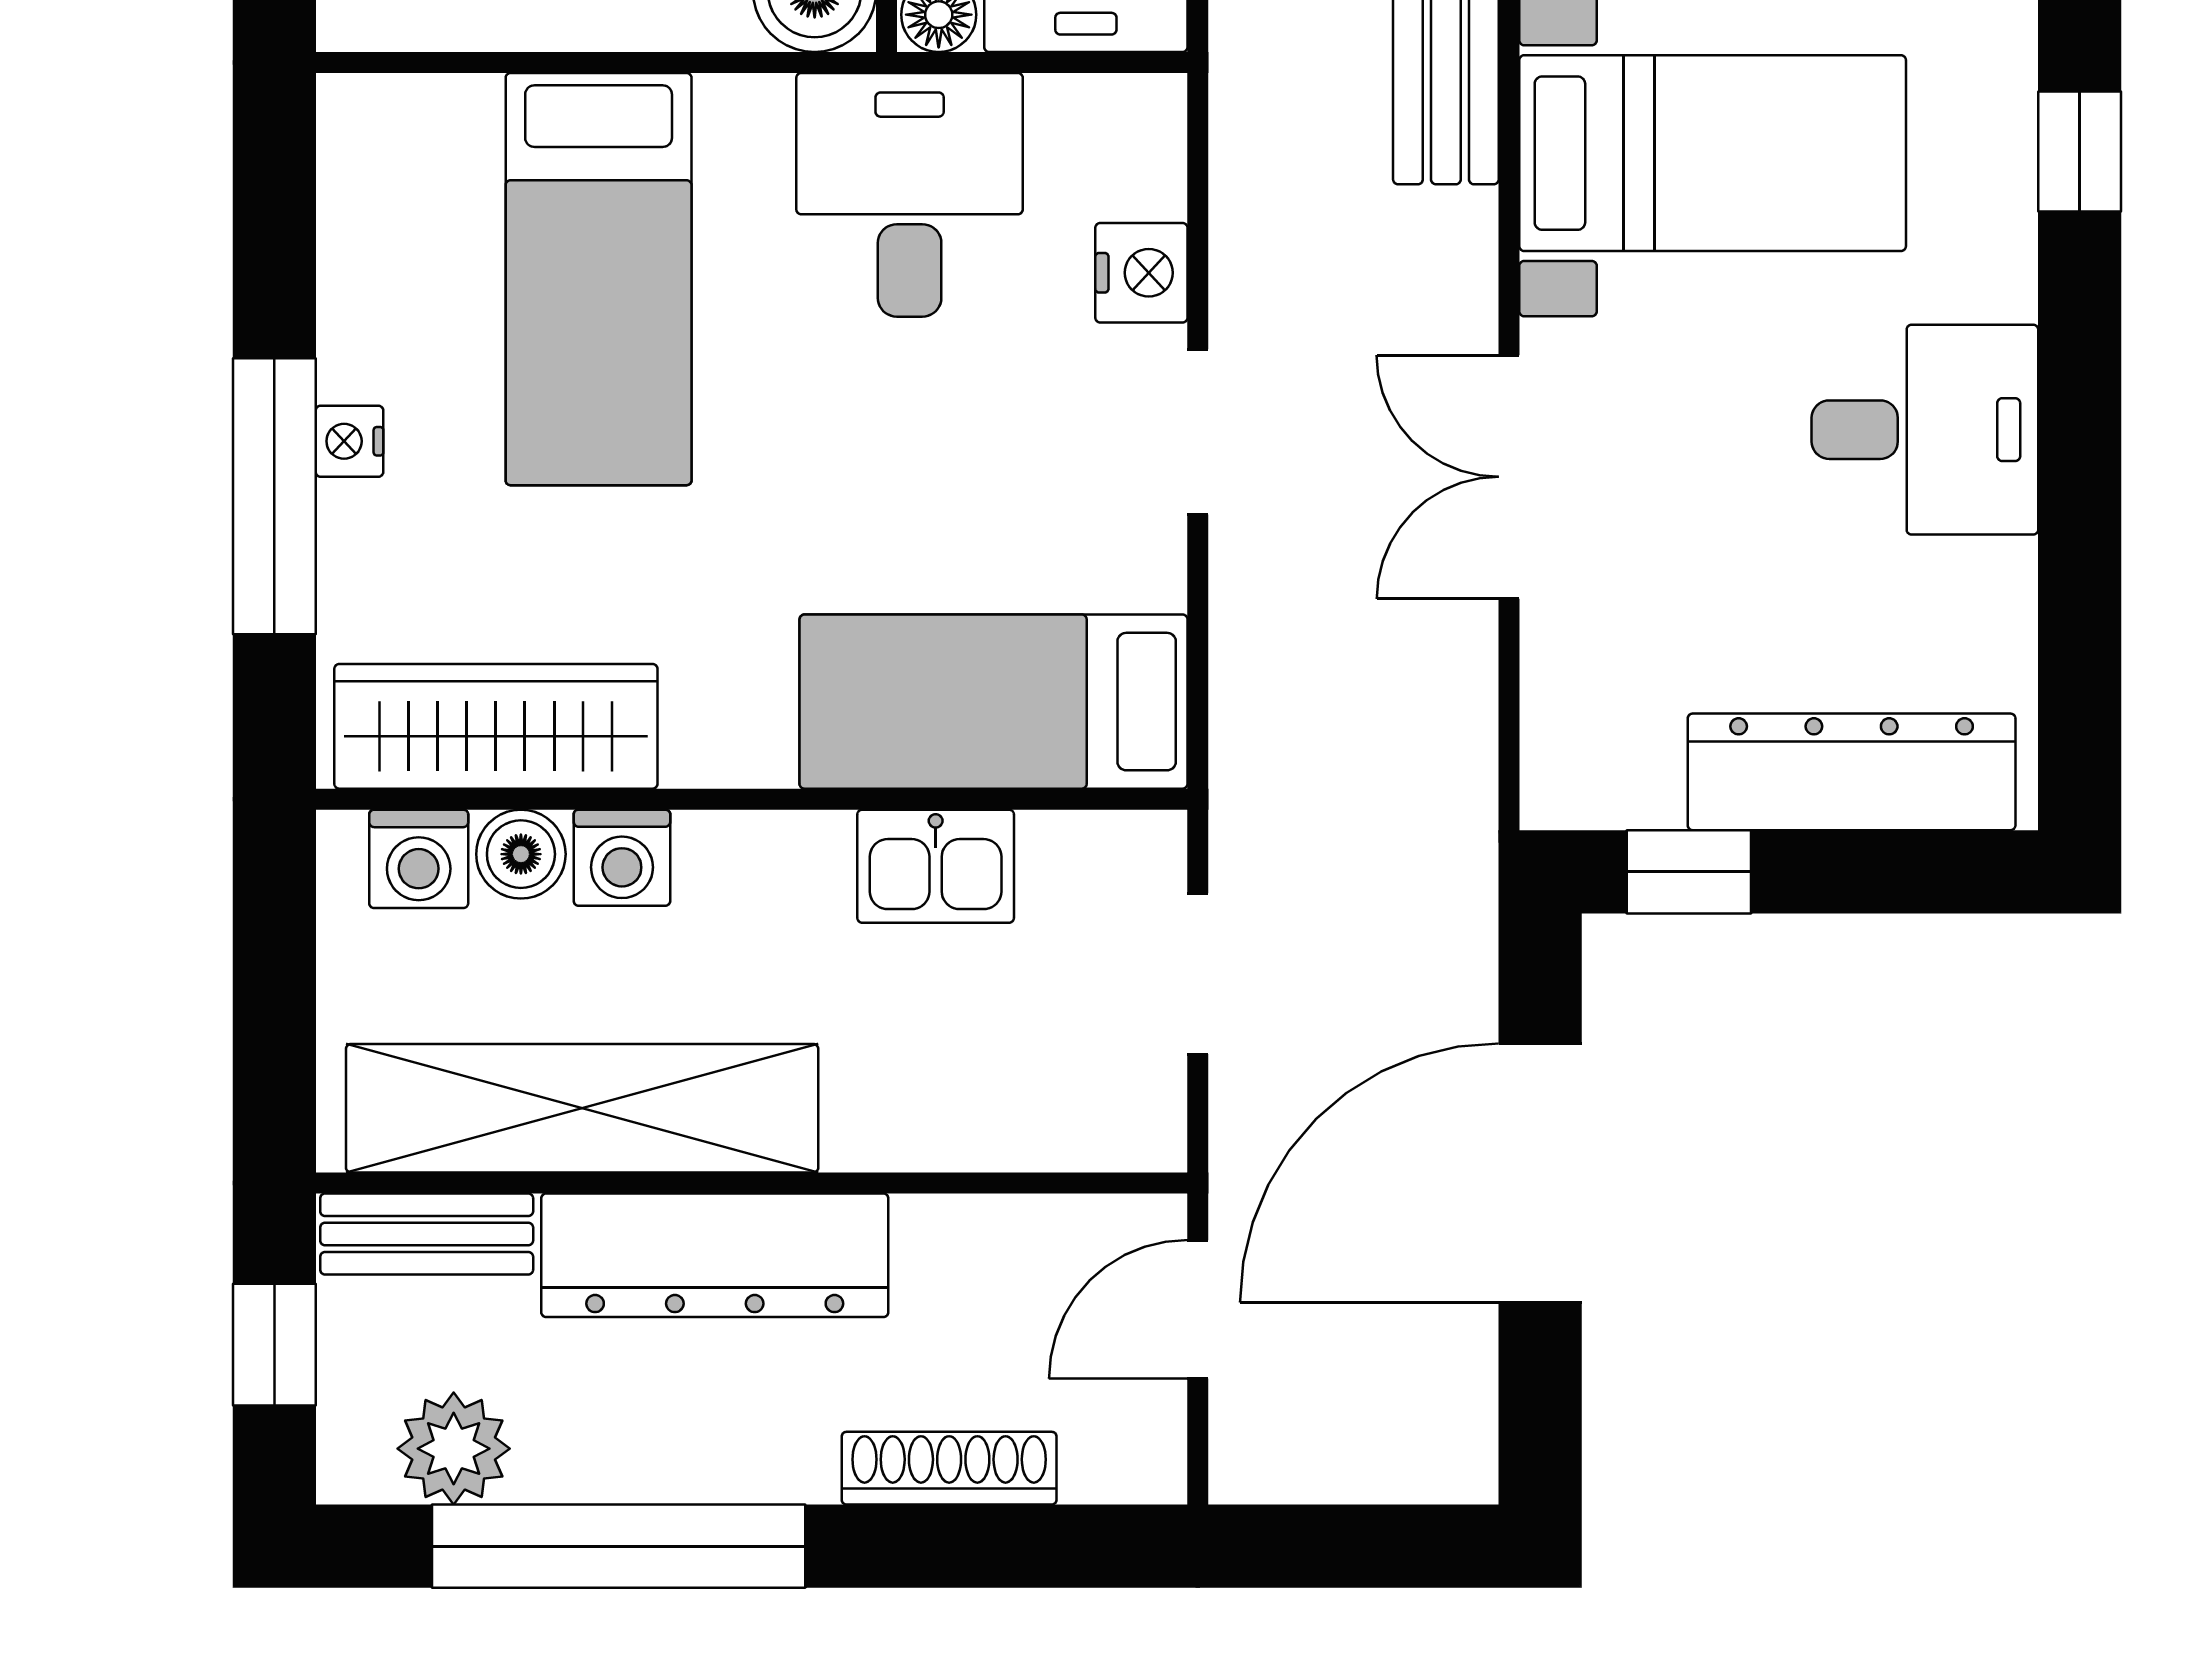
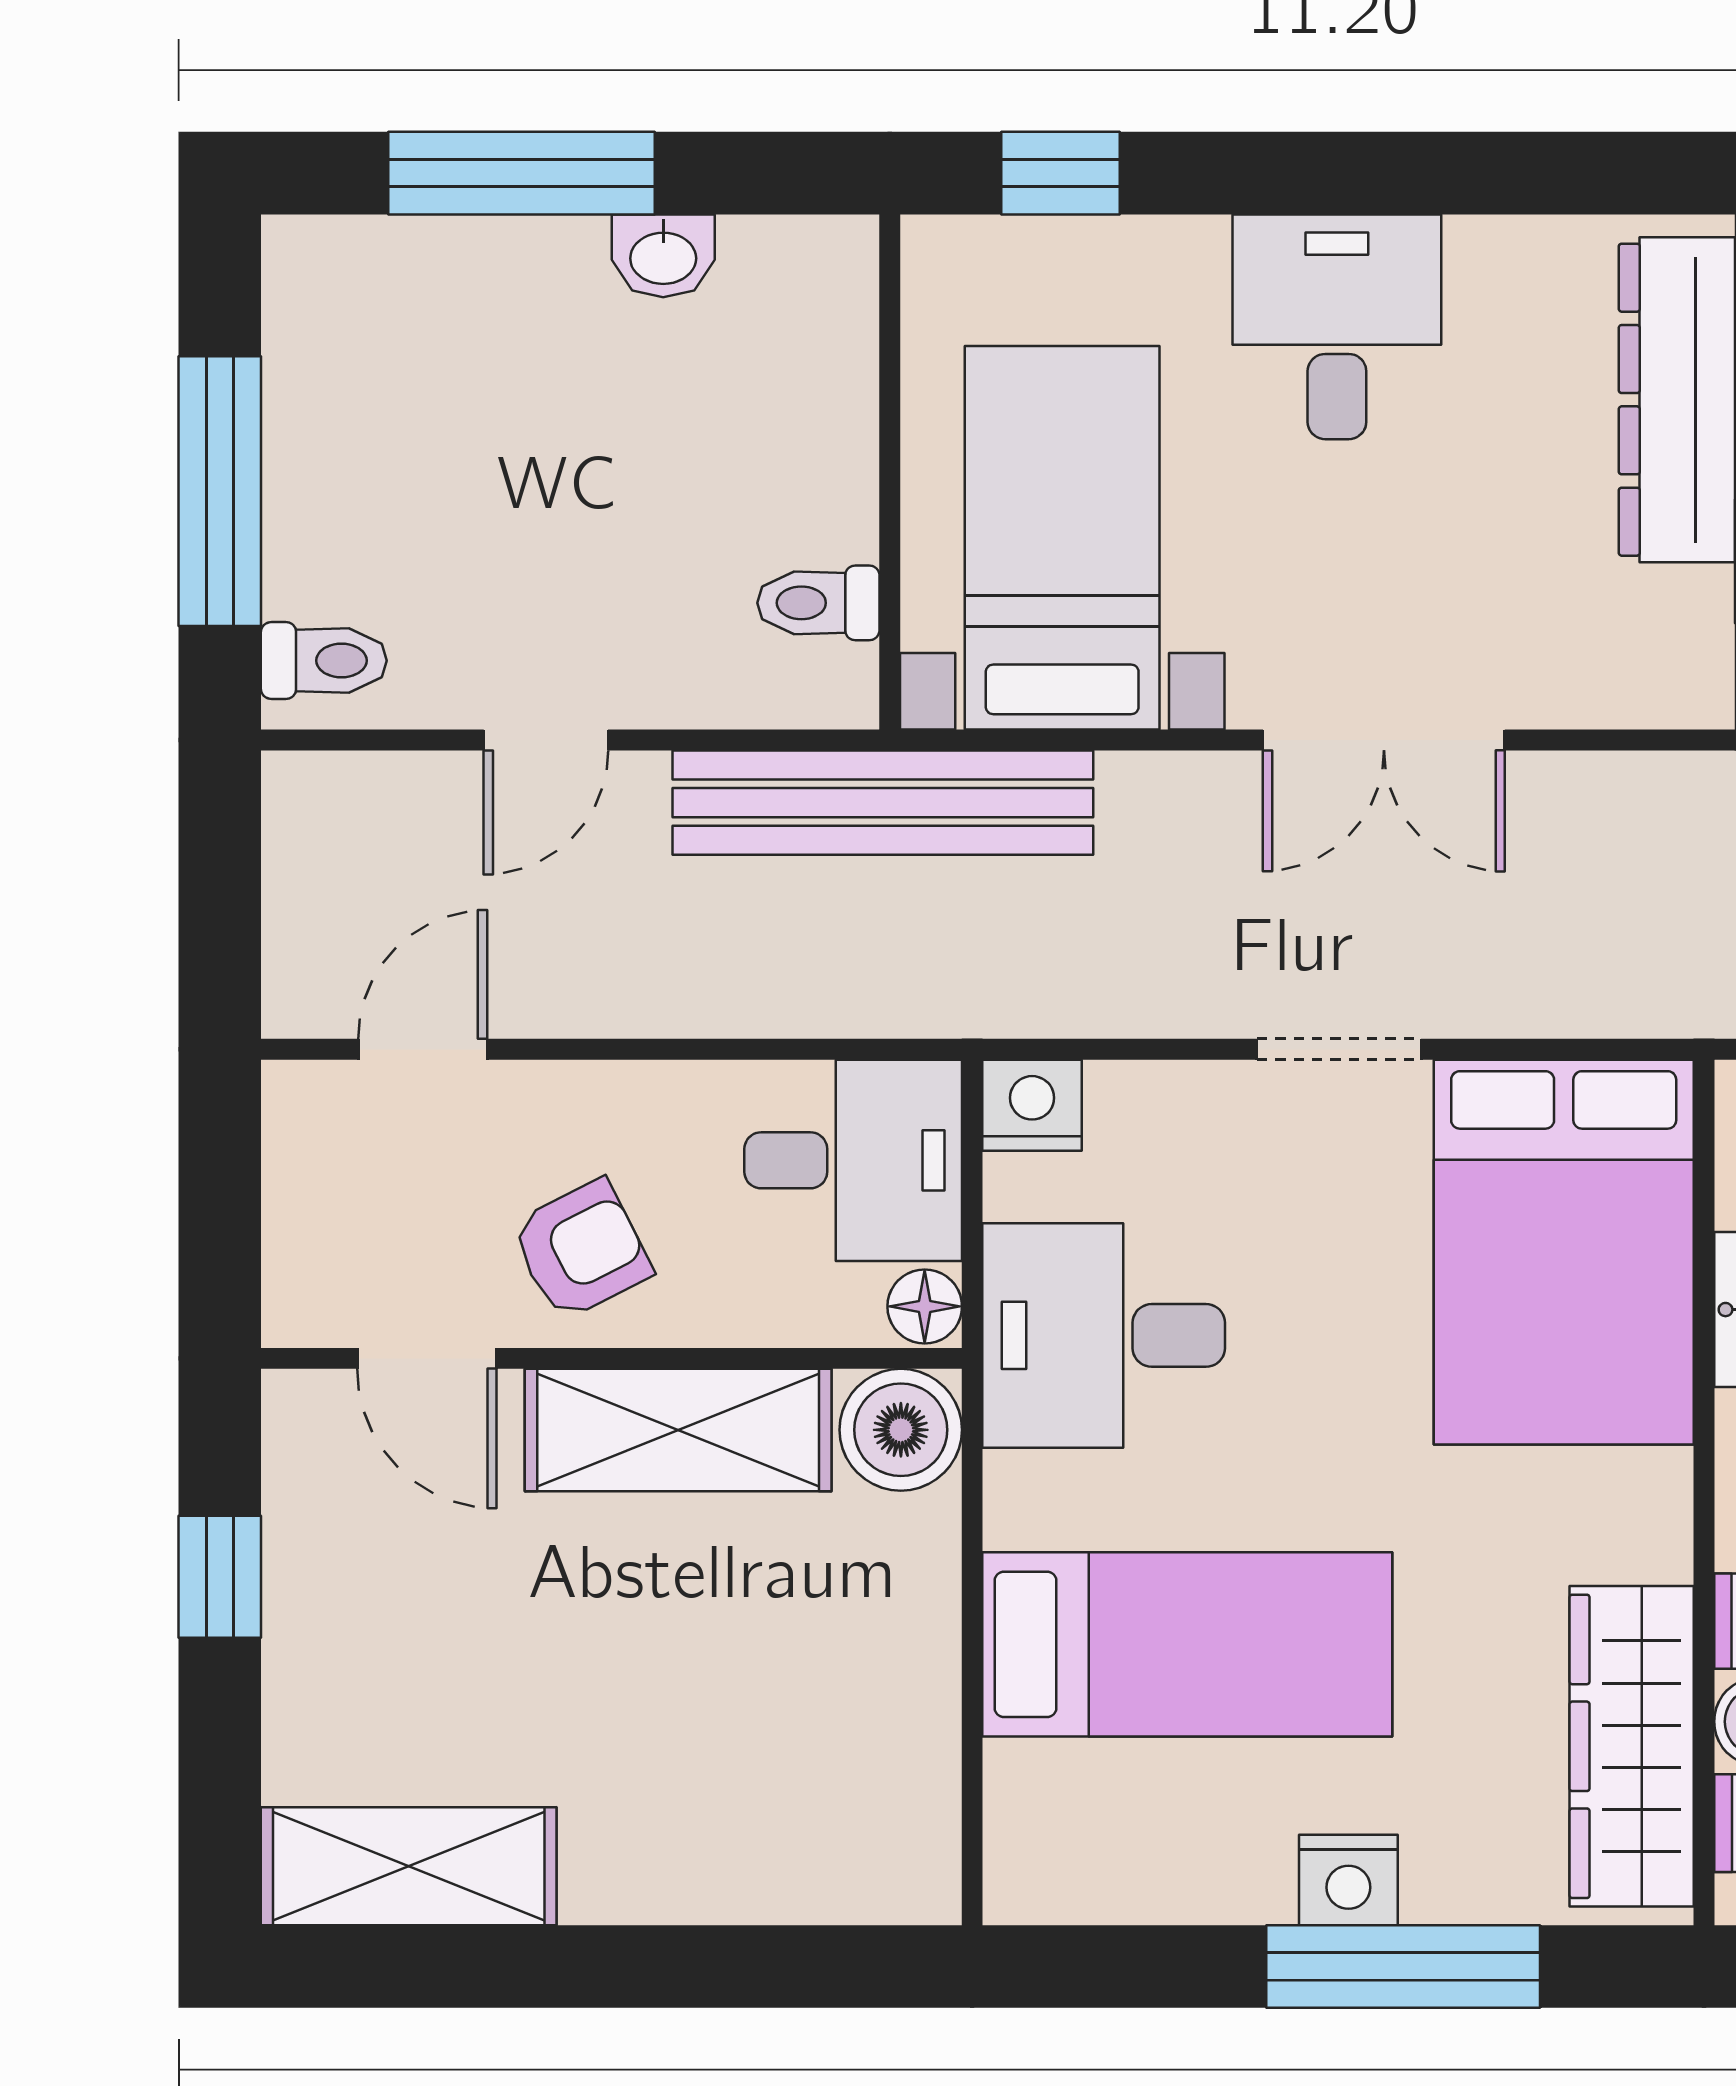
nightstand: (1141, 273) -> (1032, 1105), moved
nightstand: (349, 441) -> (1348, 1880), width x1.39, depth x1.35
bed: (994, 702) -> (1564, 1252), width x1.50

